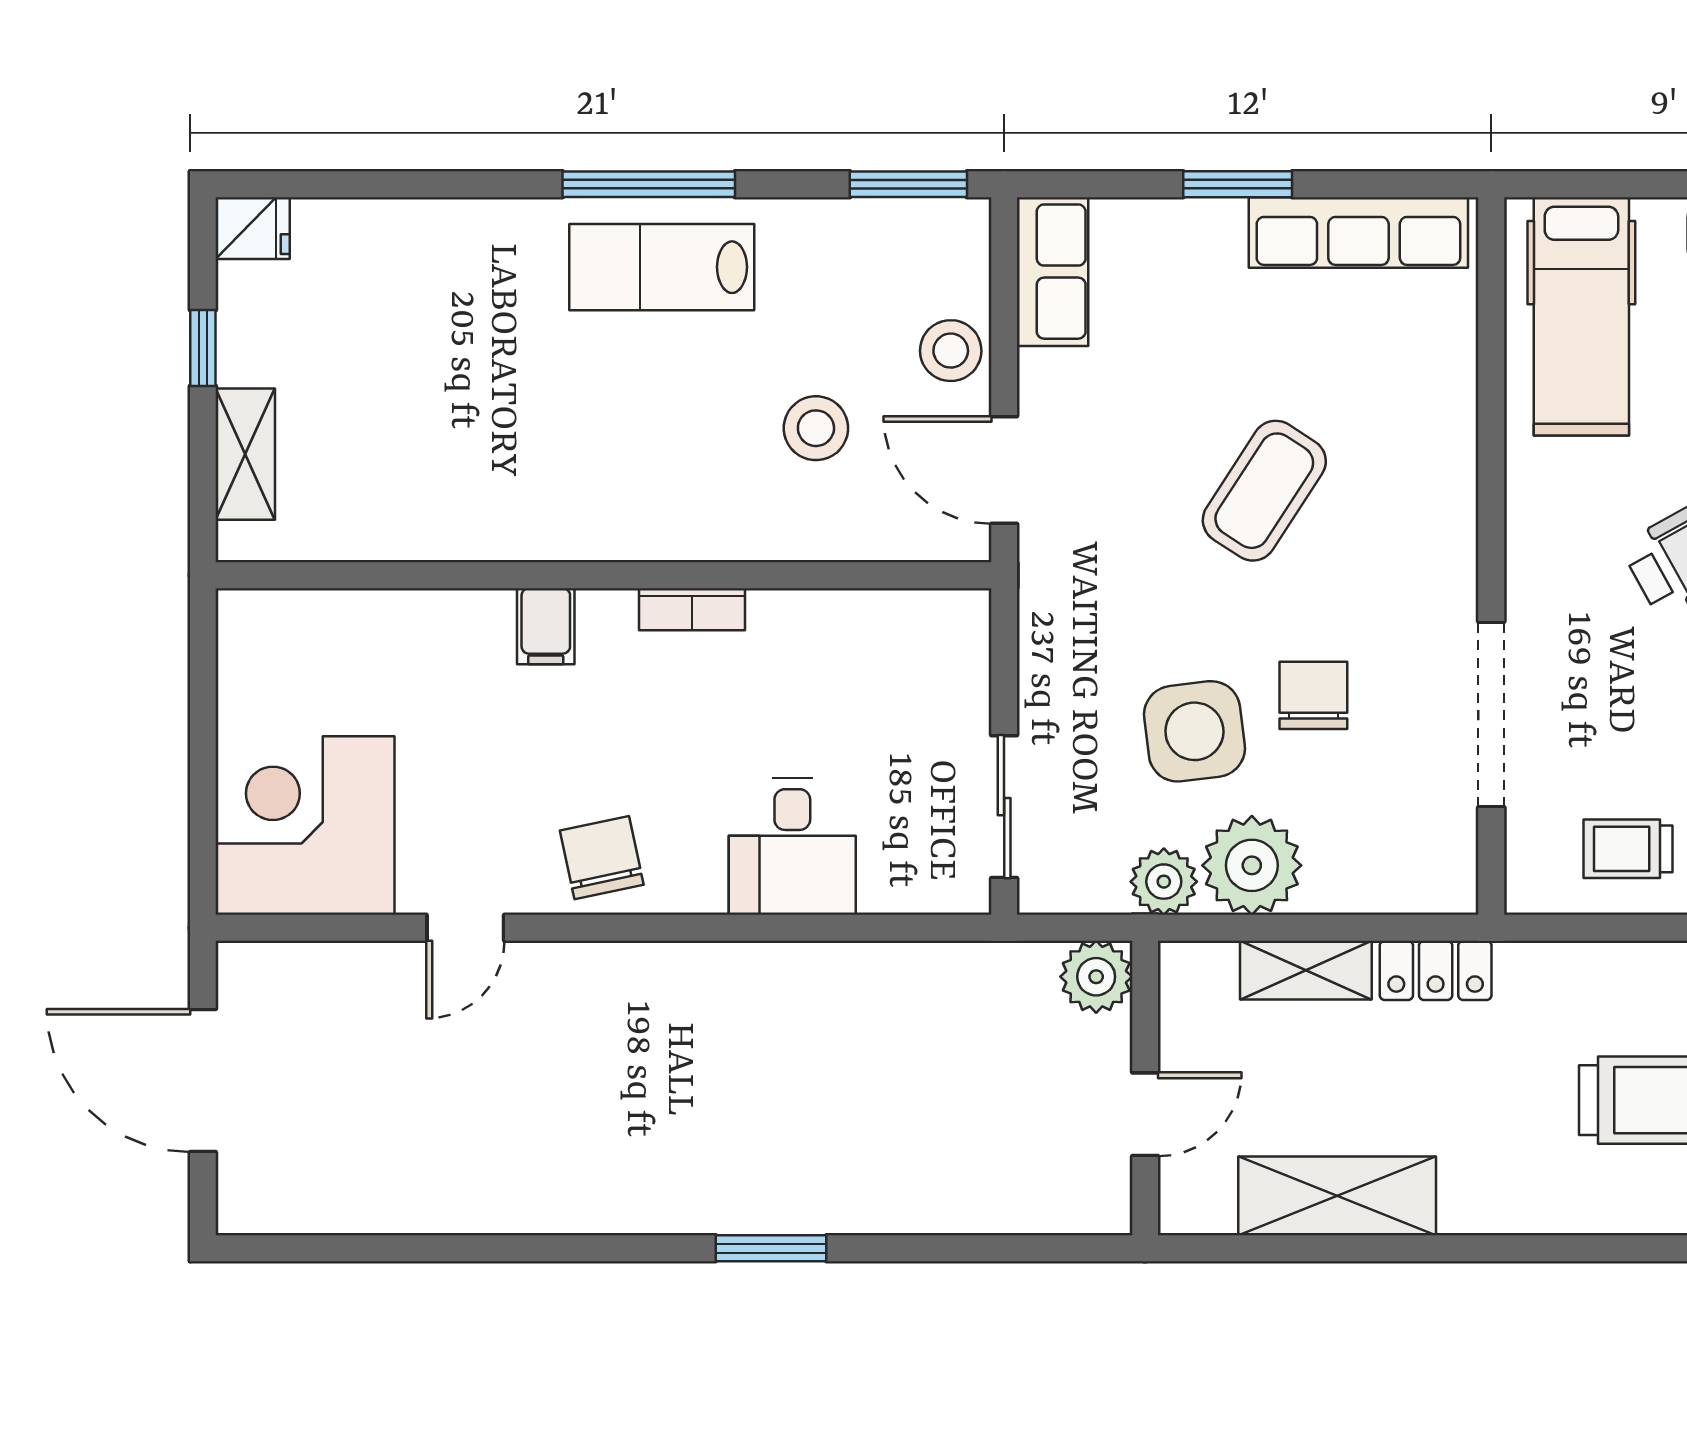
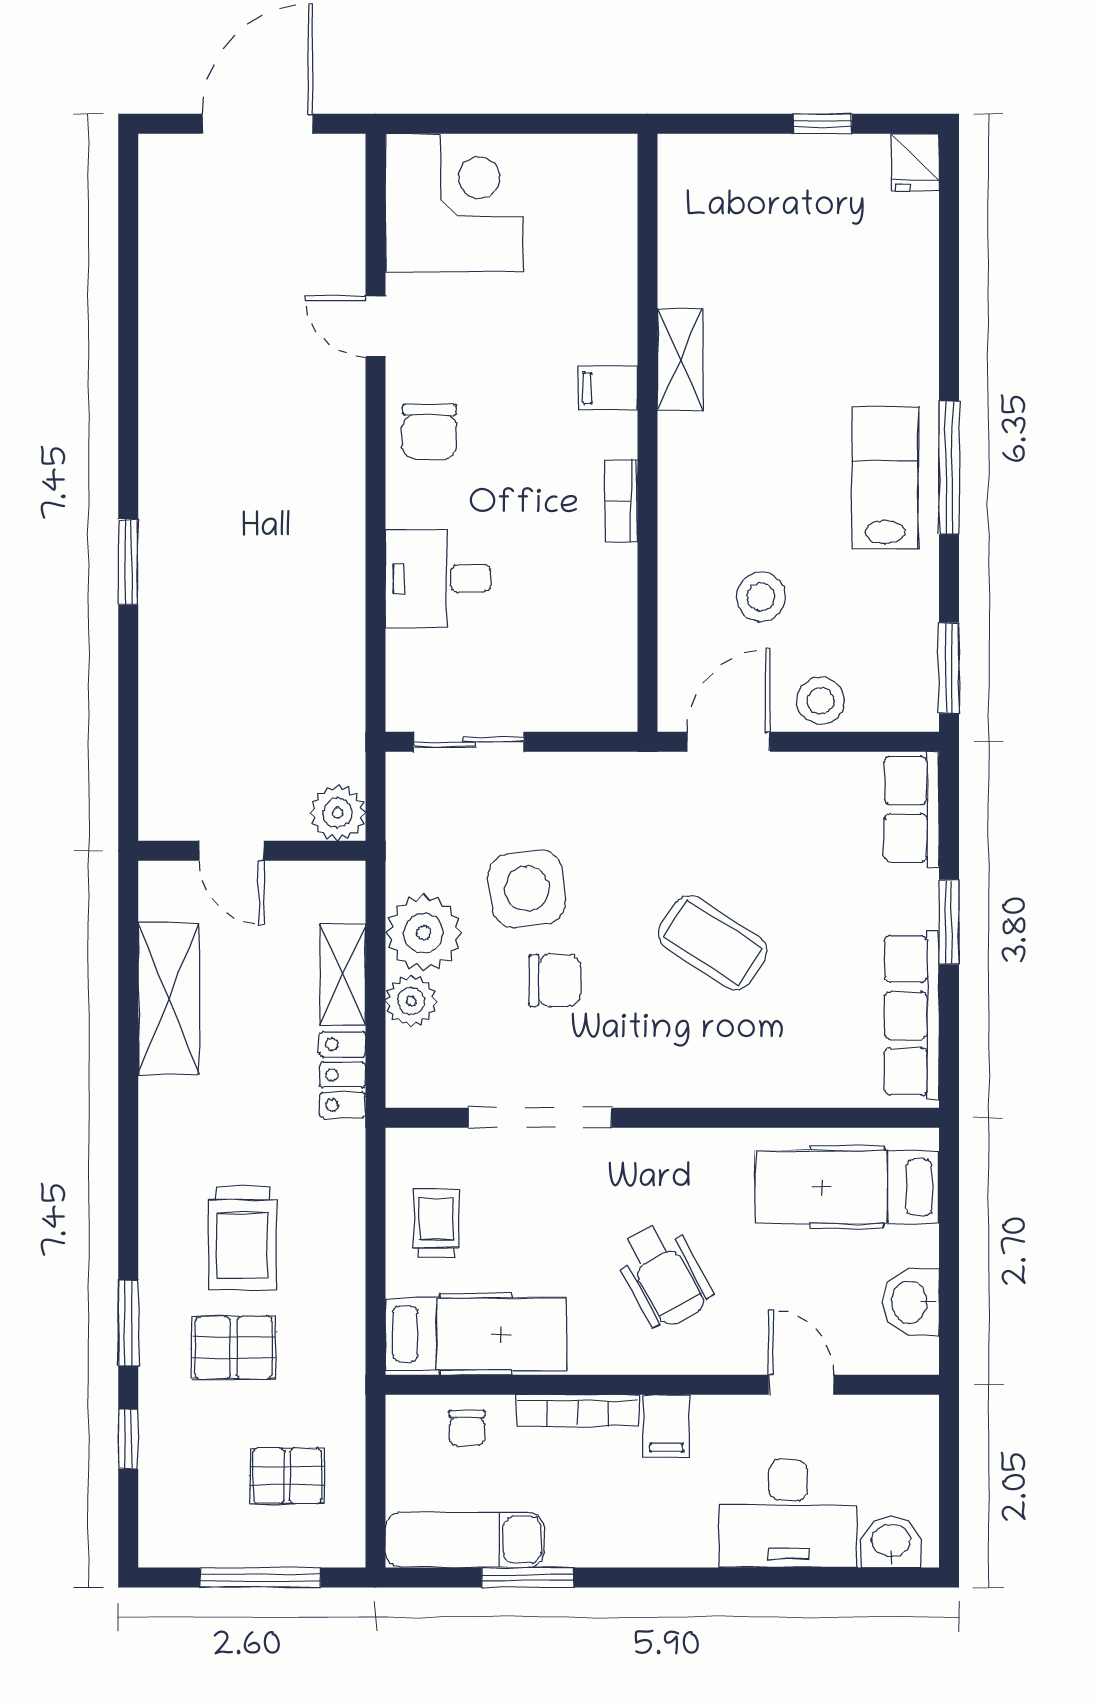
row of seats: (1053, 272) -> (912, 809), moved, turned 90
shelving: (245, 454) -> (680, 360), moved, turned 90
chair: (602, 858) -> (430, 431), turned 102
plant: (1164, 882) -> (411, 1001), moved

